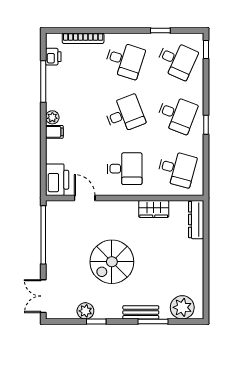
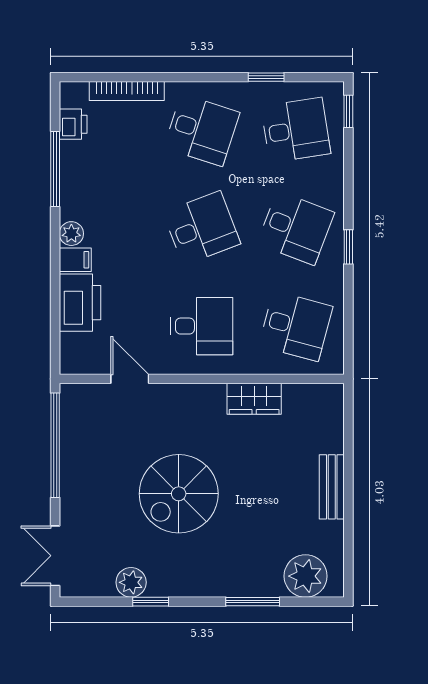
desk: (177, 60) -> (296, 130), turned -33
printer: (57, 180) -> (80, 303), moved
dresser: (196, 220) -> (331, 418), removed
bench: (141, 312) -> (332, 487), moved, turned 90

